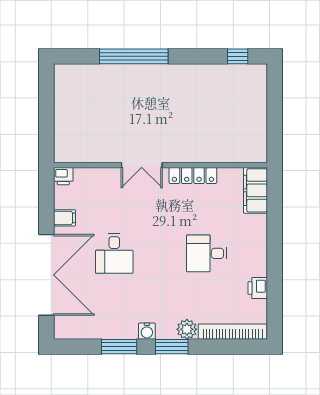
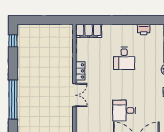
locker: (193, 176) -> (80, 71), width x0.66
desk: (114, 253) -> (124, 110), turned 180

